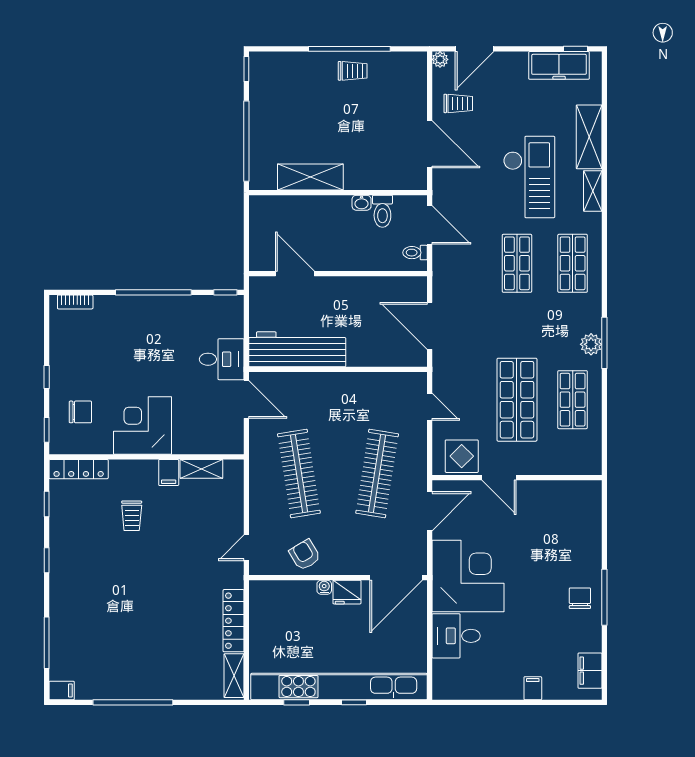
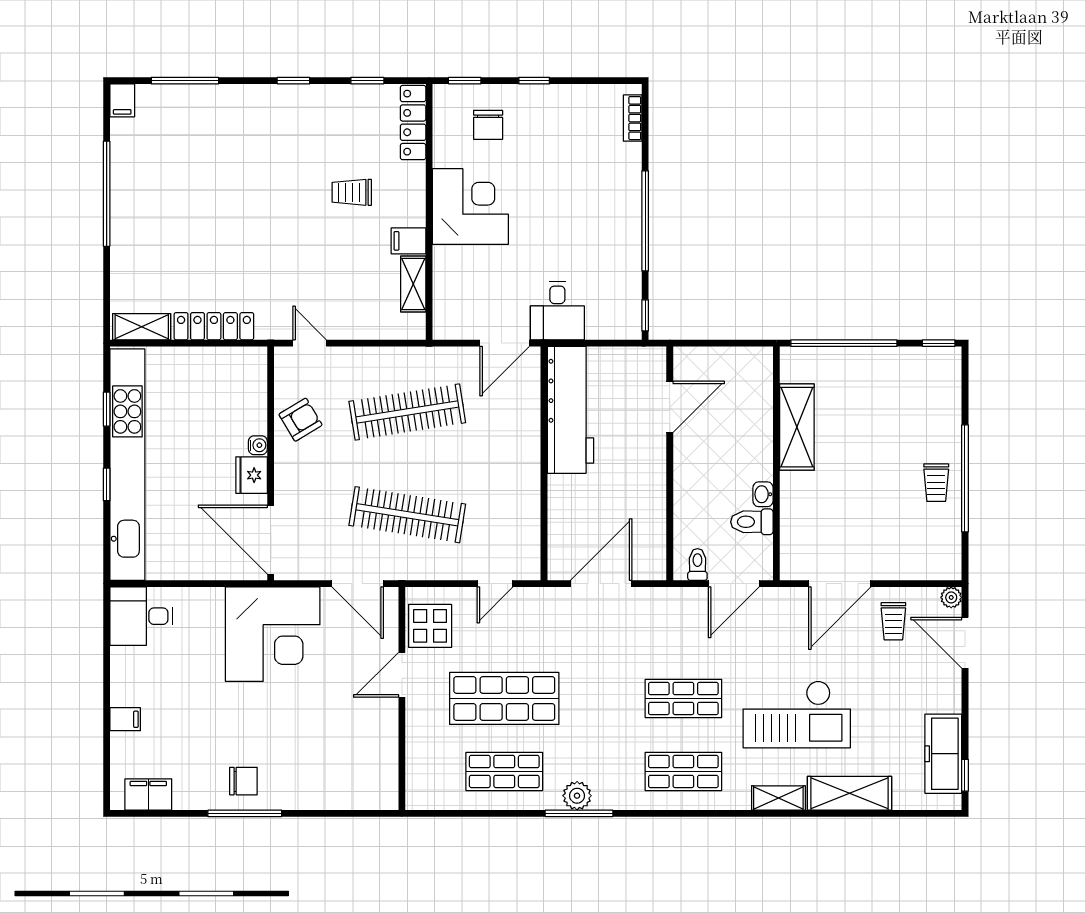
desk: (456, 636) -> (141, 616), moved, turned -90

